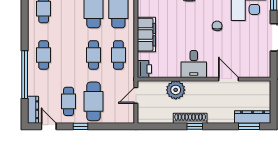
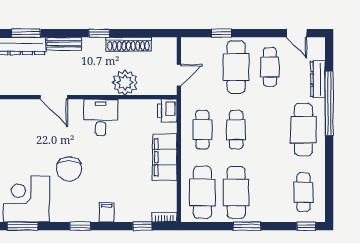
chair: (217, 26) -> (69, 169), width x1.87, depth x1.87
cafe table: (44, 55) -> (303, 130), width x1.37, depth x1.35
dresser: (33, 110) -> (318, 79), moved
shoe rack: (190, 118) -> (129, 44), moved
bench: (221, 119) -> (64, 44), added
window: (80, 126) -> (221, 33), moved

